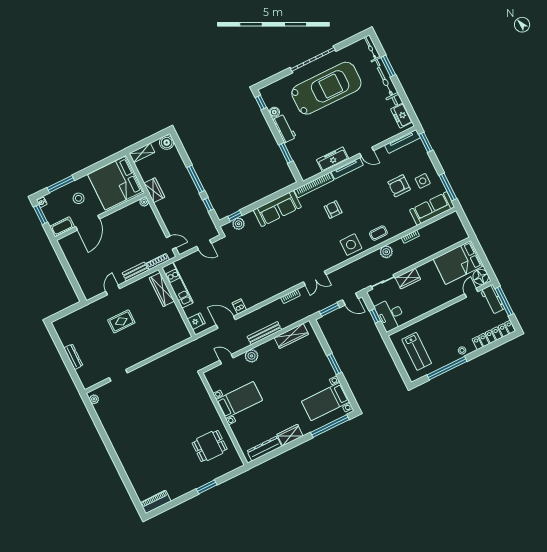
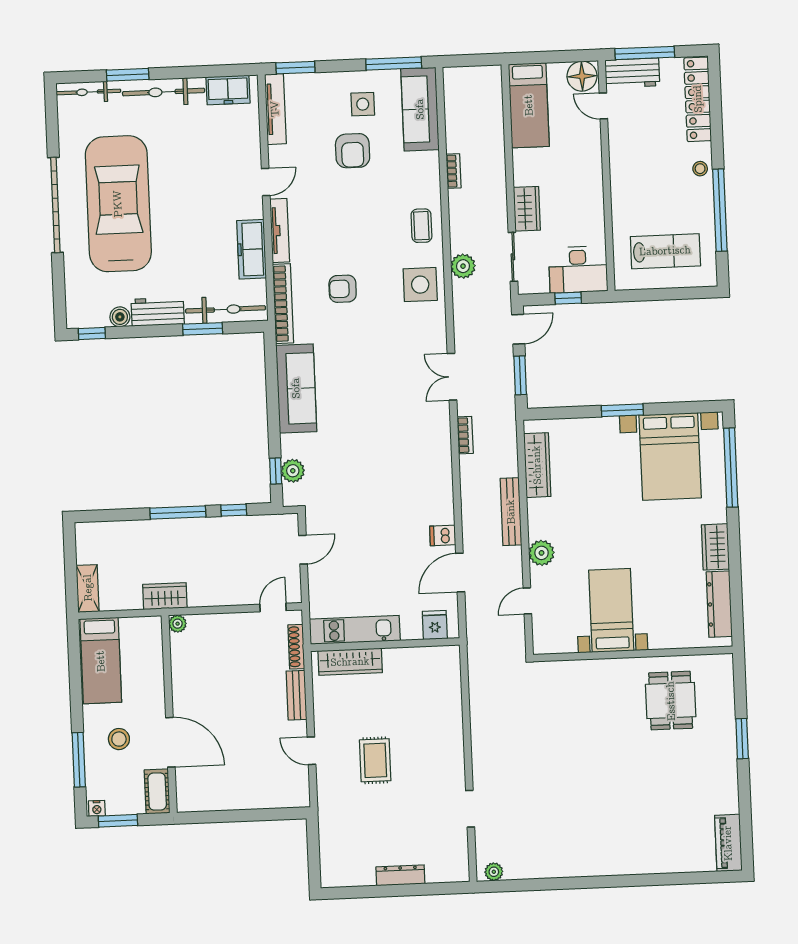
boiler: (167, 143) -> (89, 536), removed
bicycle: (299, 160) -> (226, 309), added
bed: (116, 183) -> (101, 661), width x0.49
plant: (386, 252) -> (463, 266), moved
bed: (458, 262) -> (529, 105), width x0.67
double door: (315, 278) -> (452, 377), swing flipped
bed with nightstands: (326, 402) -> (670, 456), width x1.36

